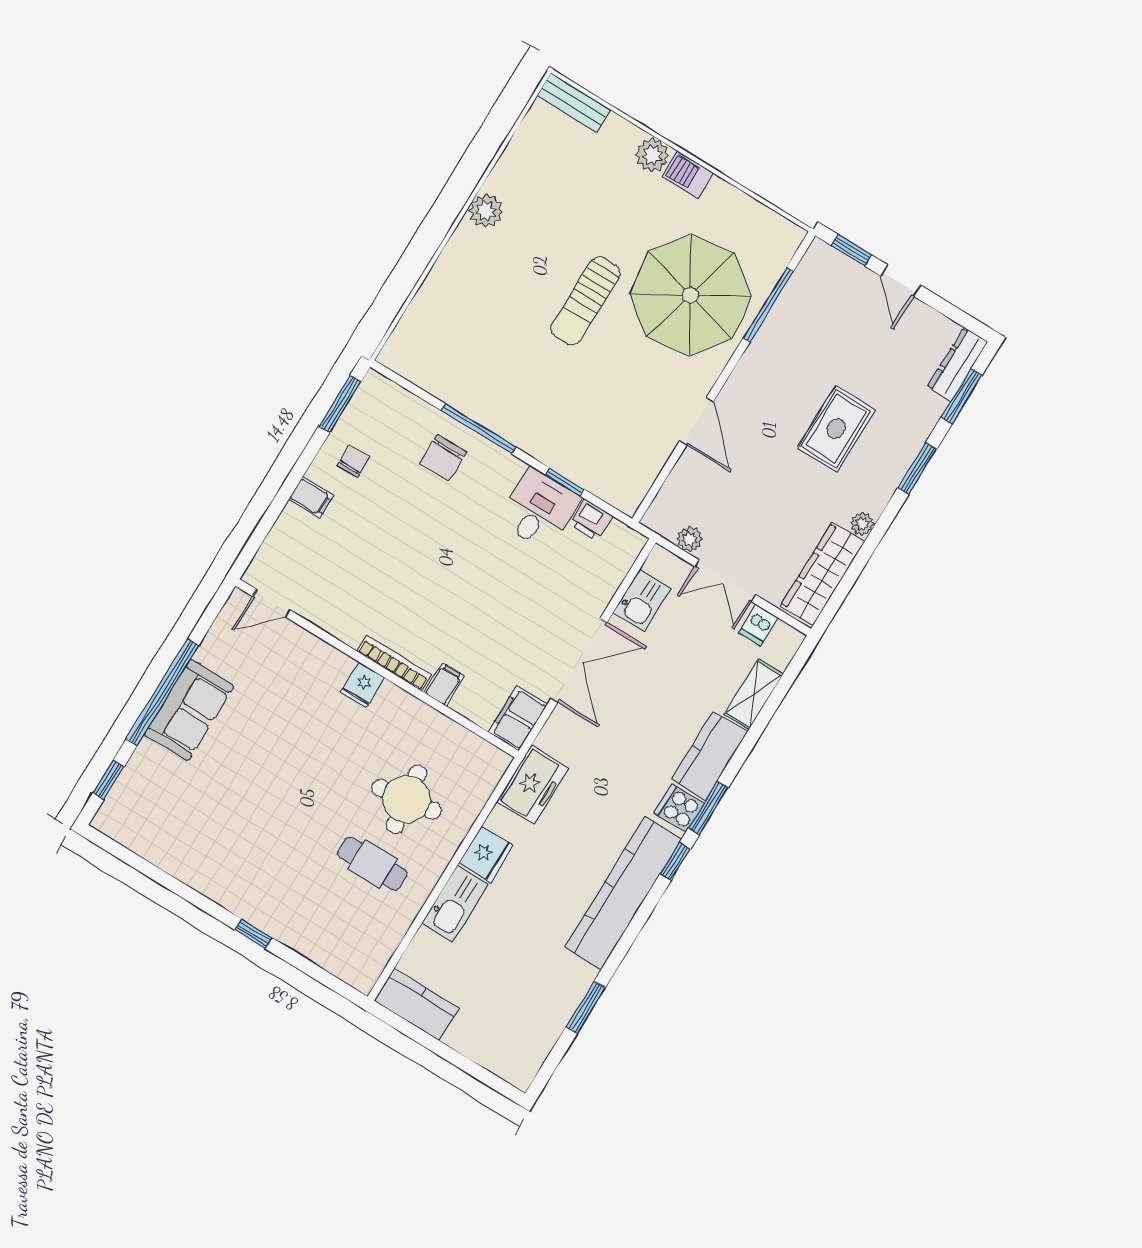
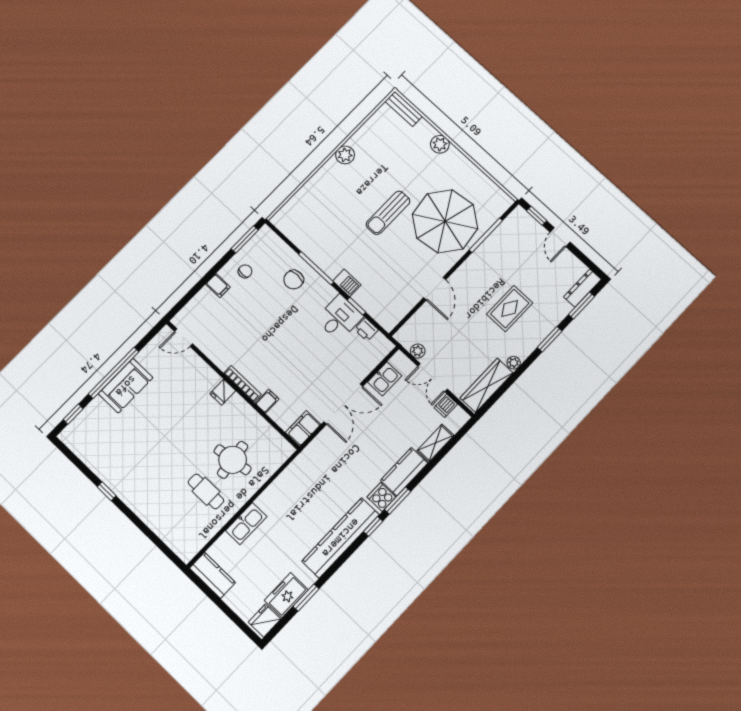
barbecue: (688, 175) -> (347, 283), moved, turned 180
freezer: (532, 785) -> (286, 595), moved, turned 180
fridge: (486, 854) -> (265, 621), moved, turned 180
window: (253, 934) -> (107, 491), moved

